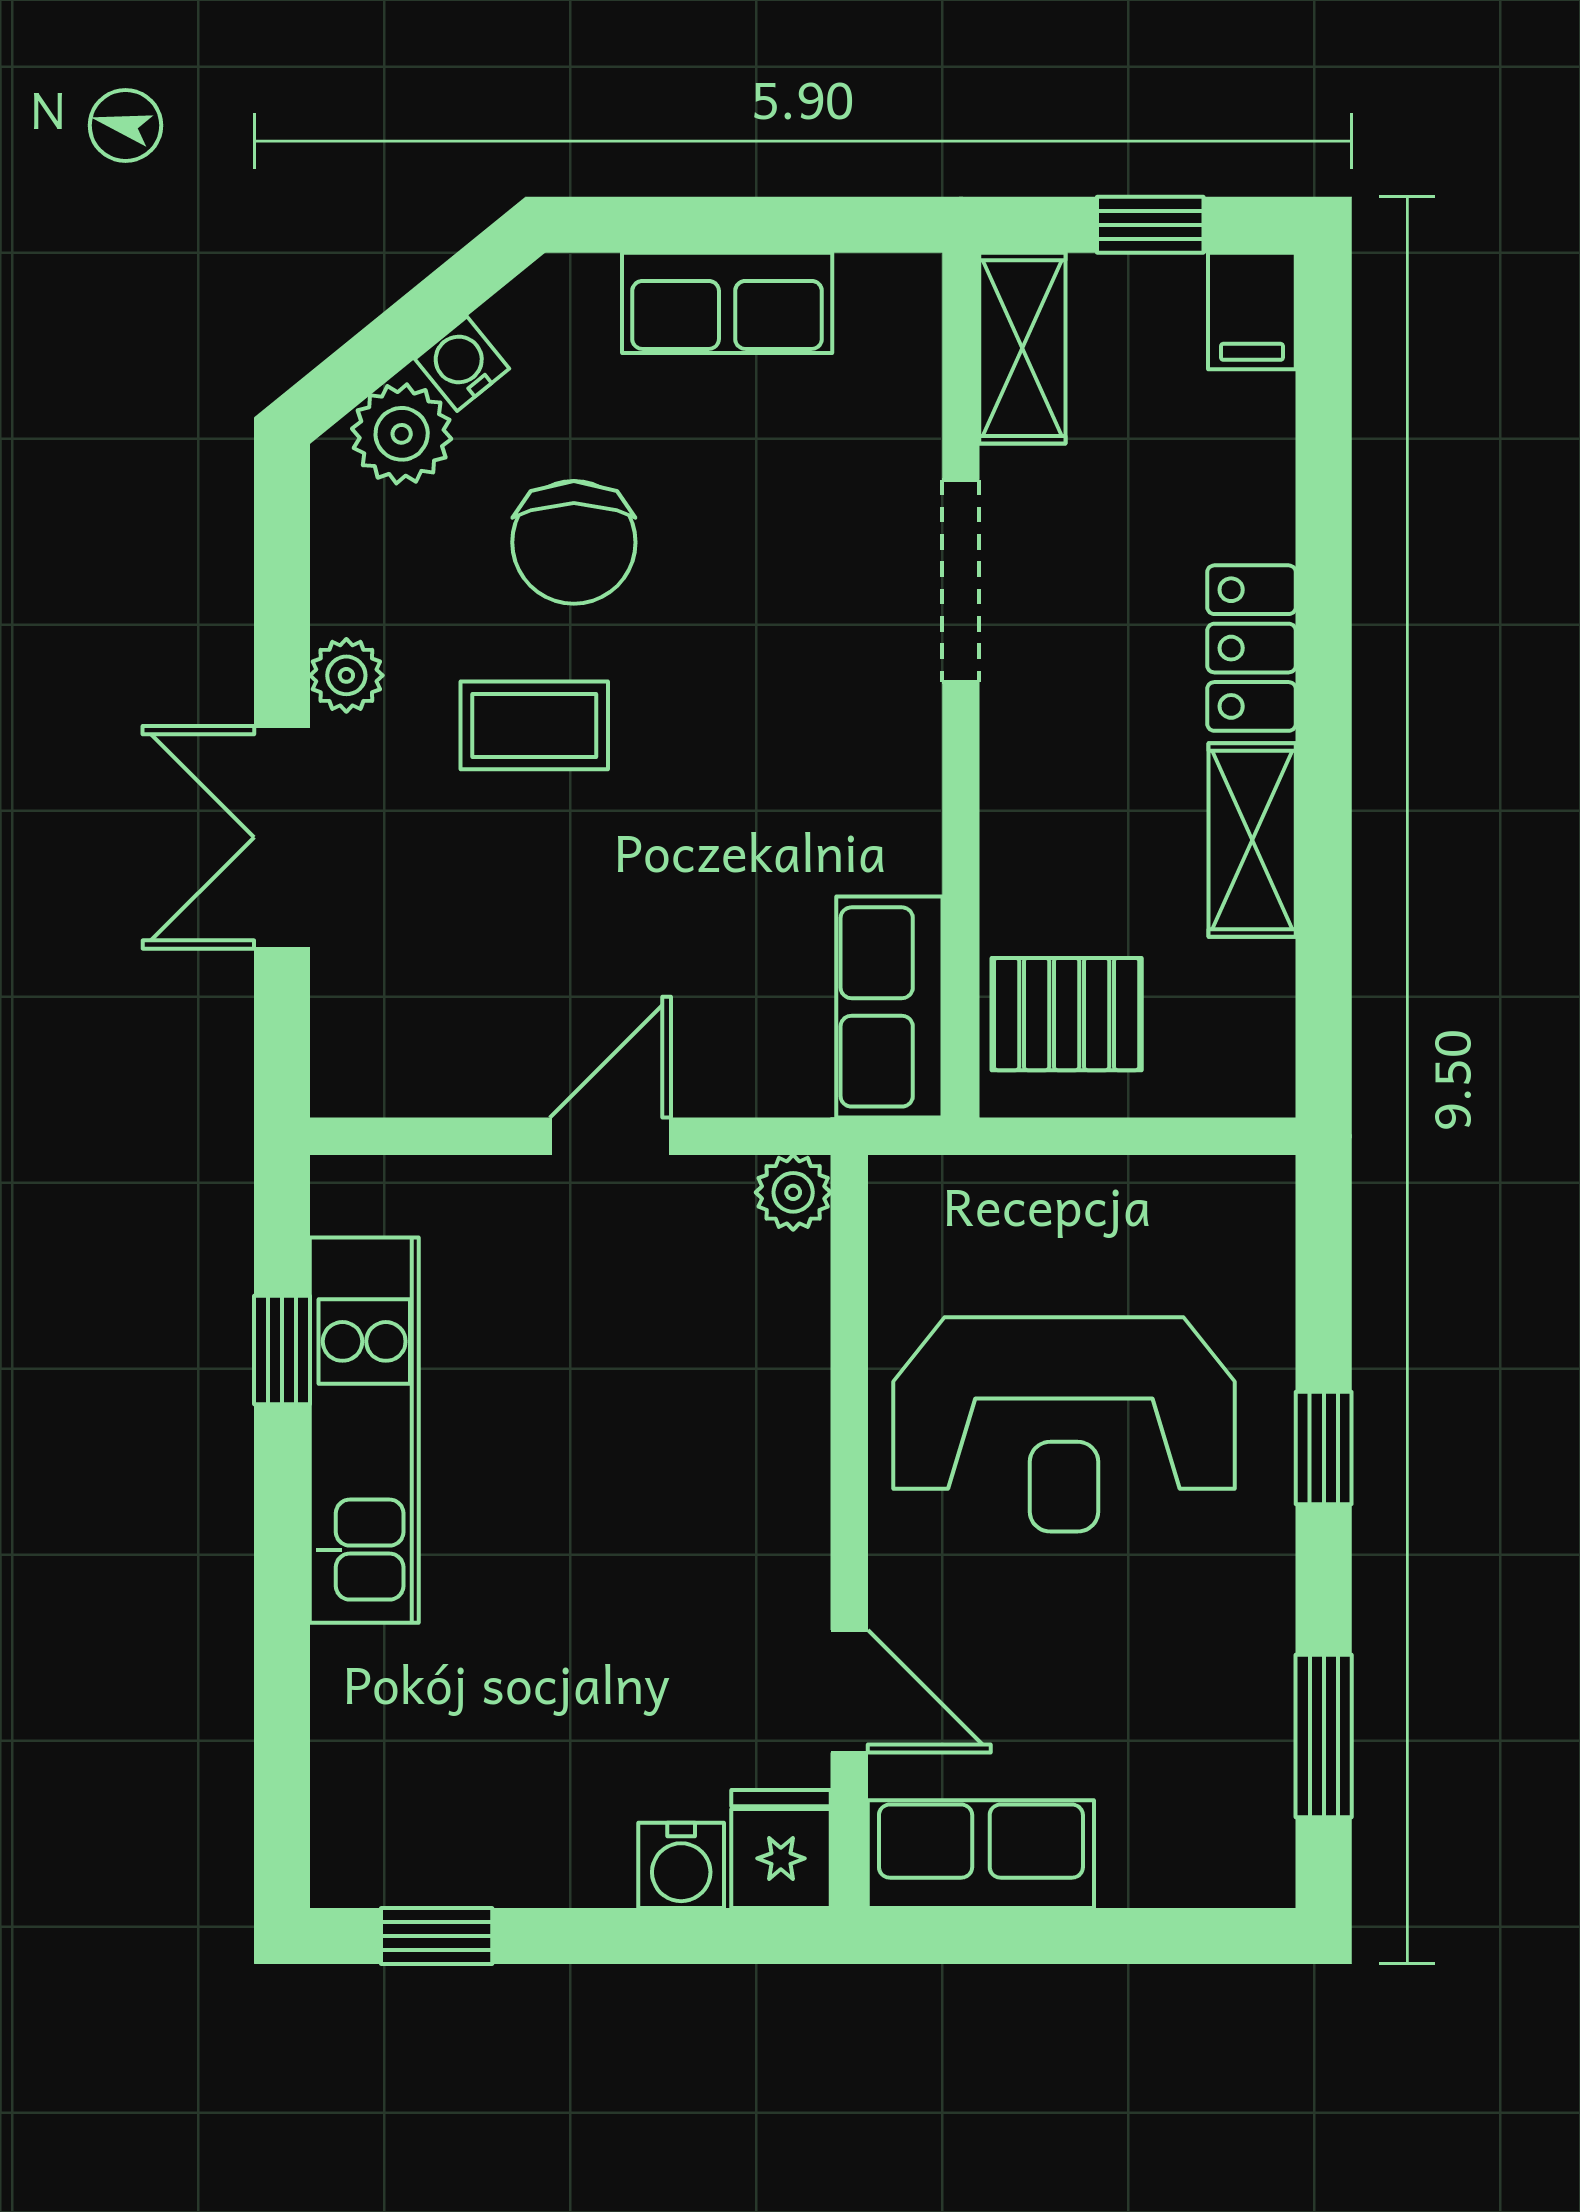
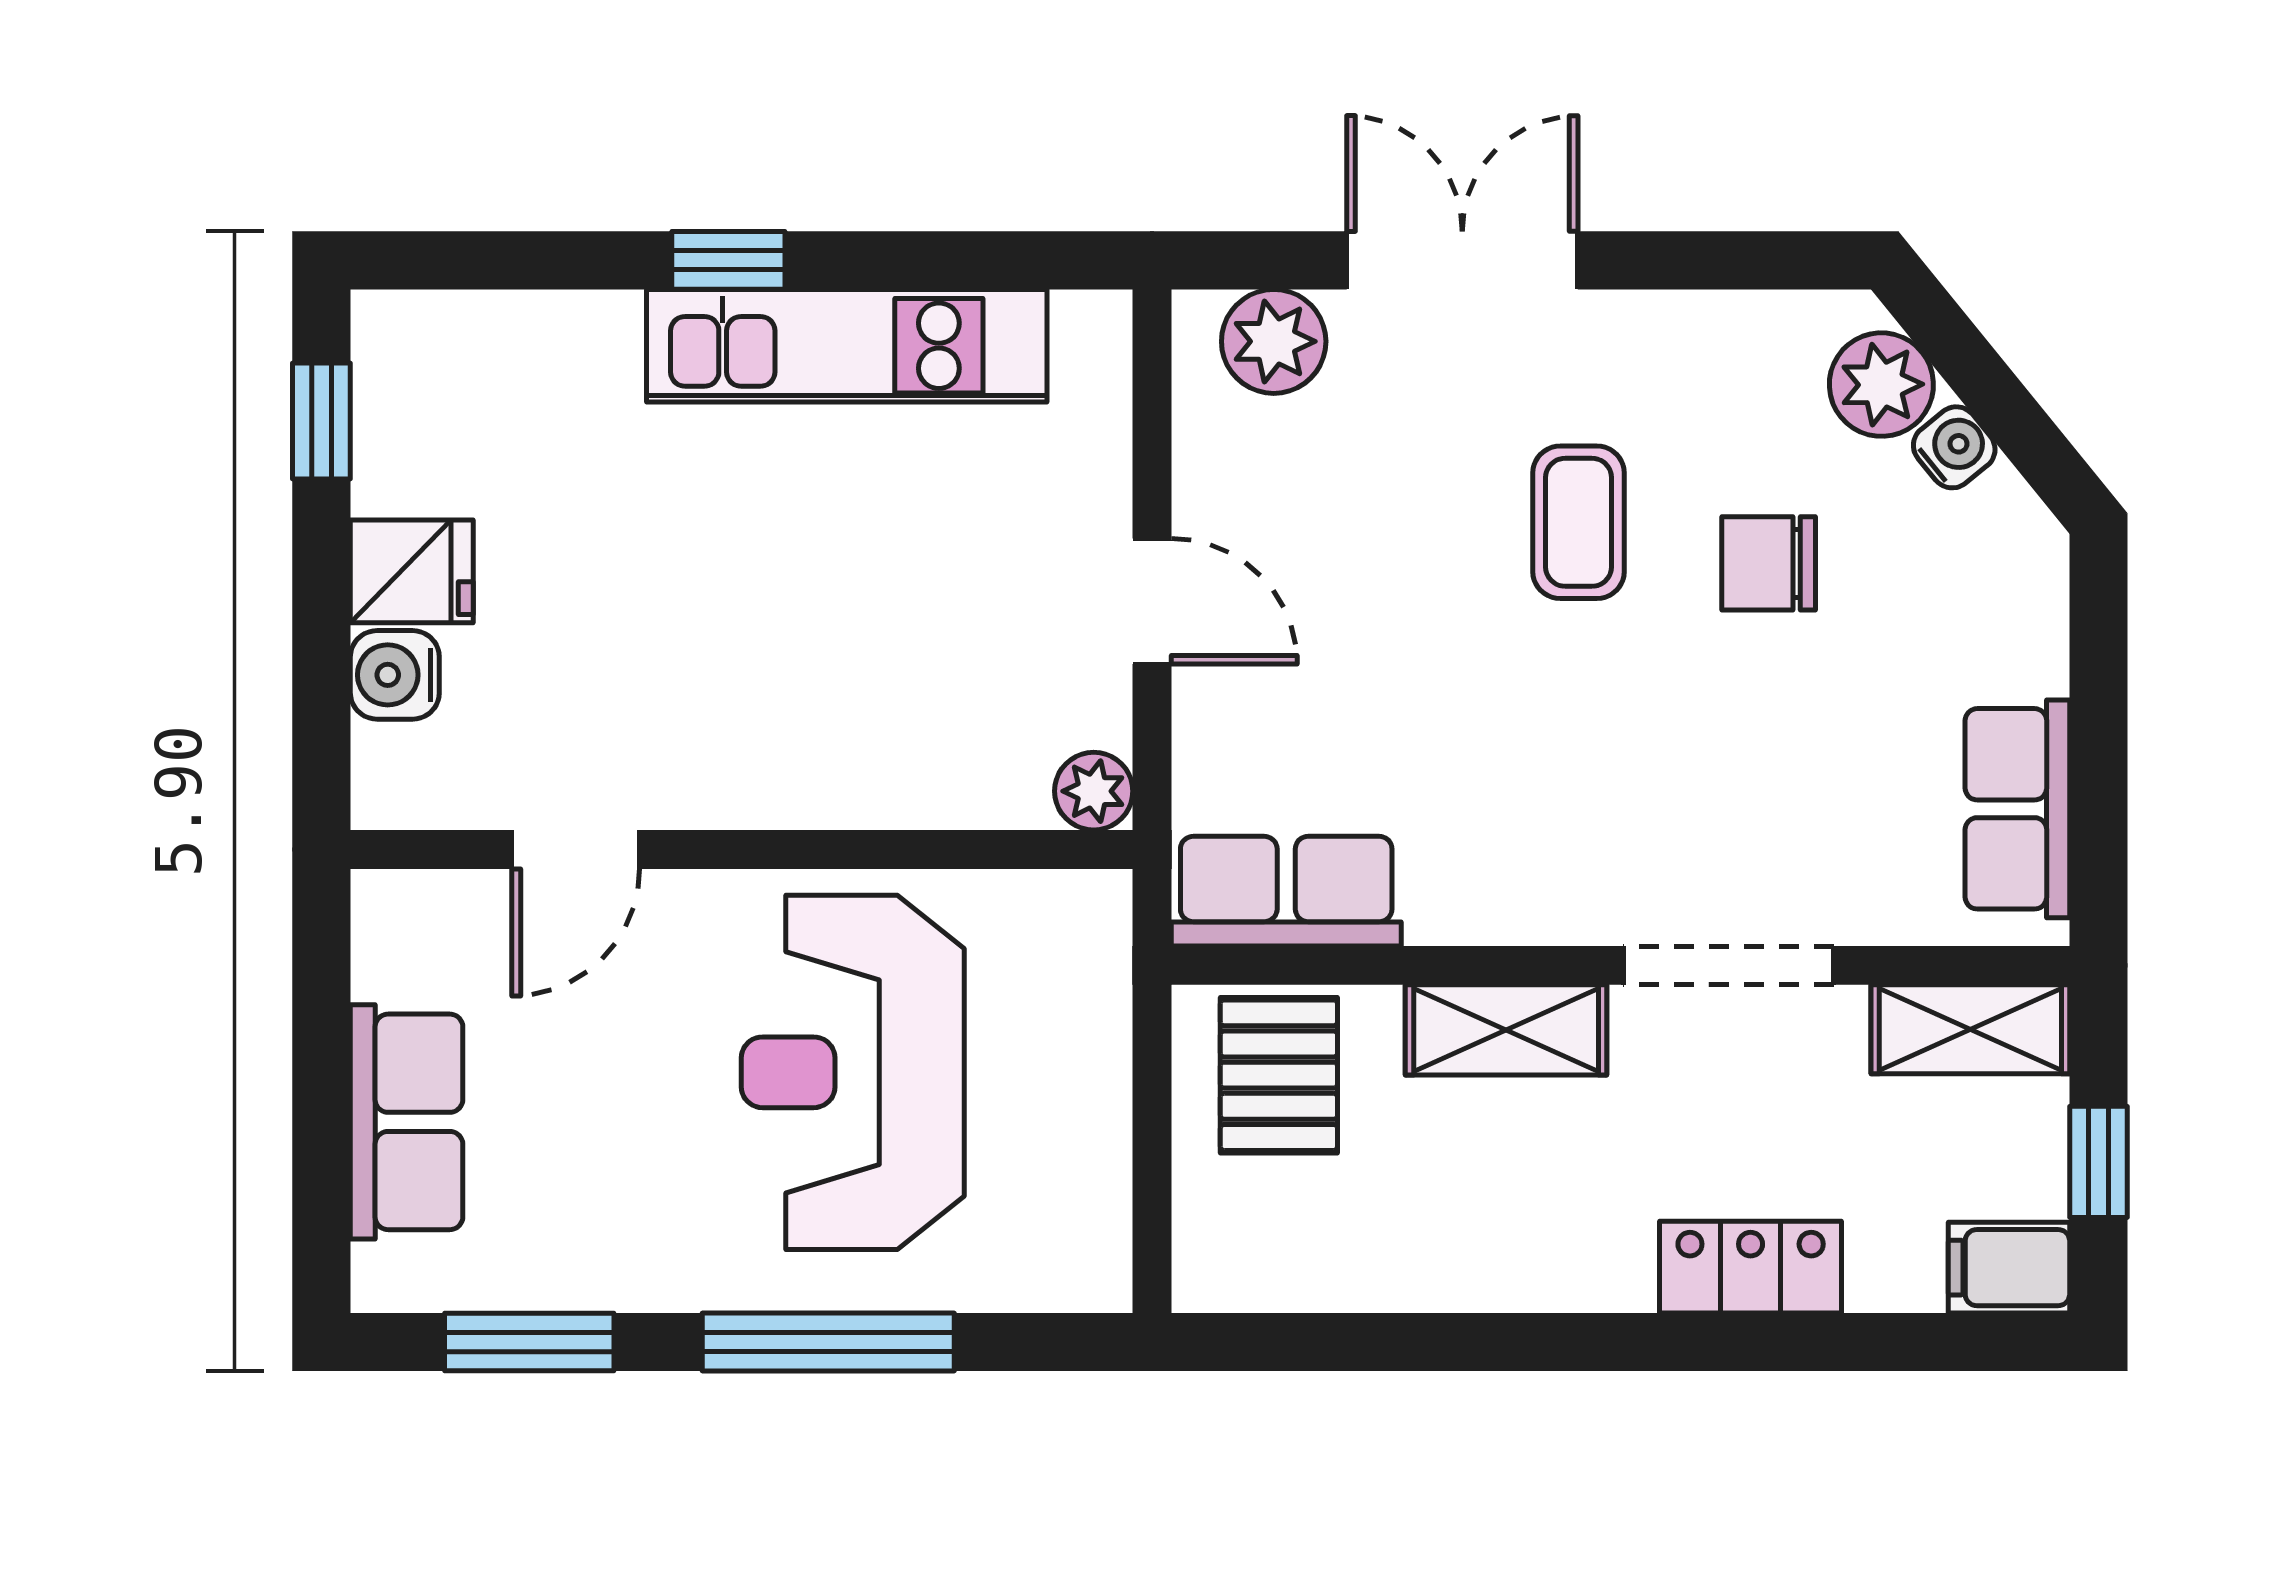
row of seats: (727, 303) -> (2017, 809), moved
chair: (574, 542) -> (1769, 563), width x0.73, depth x0.73
locker: (1251, 648) -> (1751, 1267), moved
plant: (346, 675) -> (1274, 341), moved, width x1.38, depth x1.38
shelving: (1252, 840) -> (1506, 1030), moved
window: (282, 1350) -> (728, 260), moved
window: (1324, 1448) -> (828, 1342), width x2.17
fridge: (781, 1849) -> (412, 571), moved
row of seats: (981, 1854) -> (407, 1122), moved

